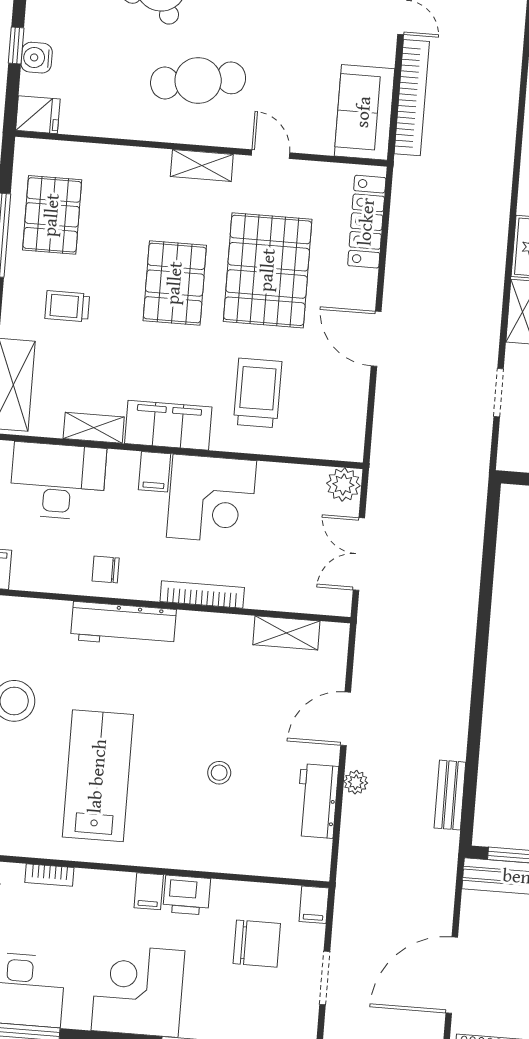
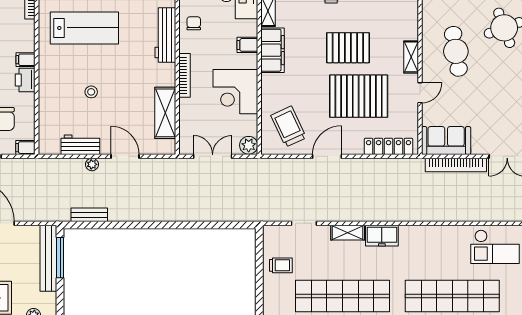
trolley: (258, 393) -> (289, 127), moved, turned -115
corner desk: (211, 499) -> (235, 92), moved
shelving: (286, 633) -> (165, 113), width x1.50, depth x1.33

